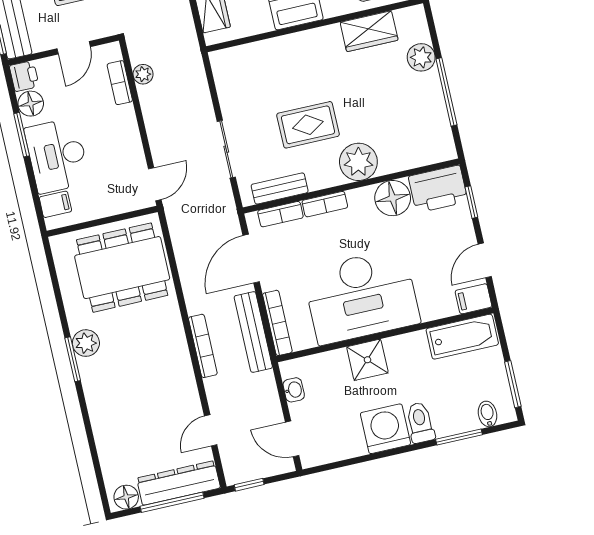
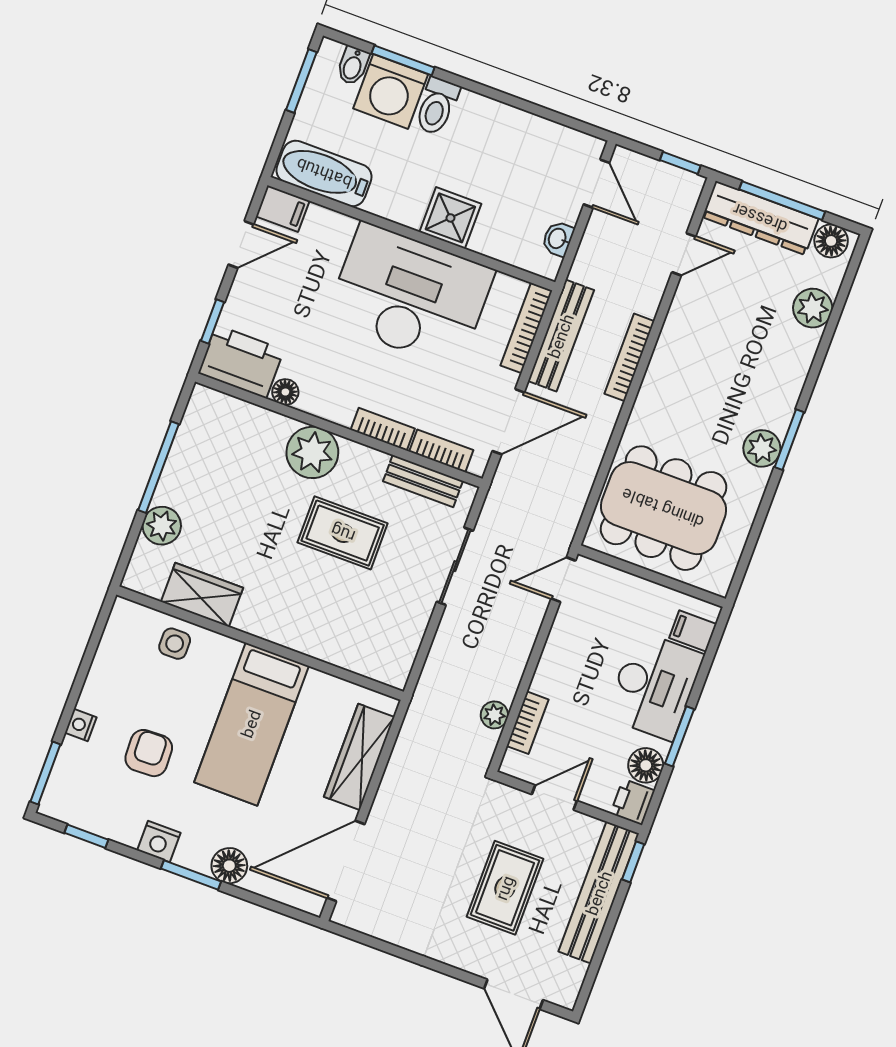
floor lamp: (393, 198) -> (285, 392), width x0.53, depth x0.53
washing machine: (385, 429) -> (391, 91), moved
plant: (111, 449) -> (813, 308), added

